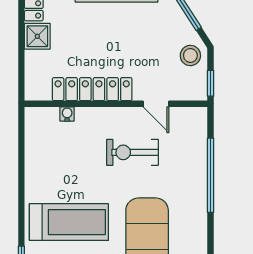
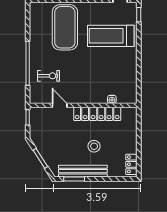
shower: (37, 36) -> (129, 145), removed
stool: (190, 55) -> (94, 146), moved
exercise bike: (132, 152) -> (49, 76), moved, width x0.73, depth x0.72

